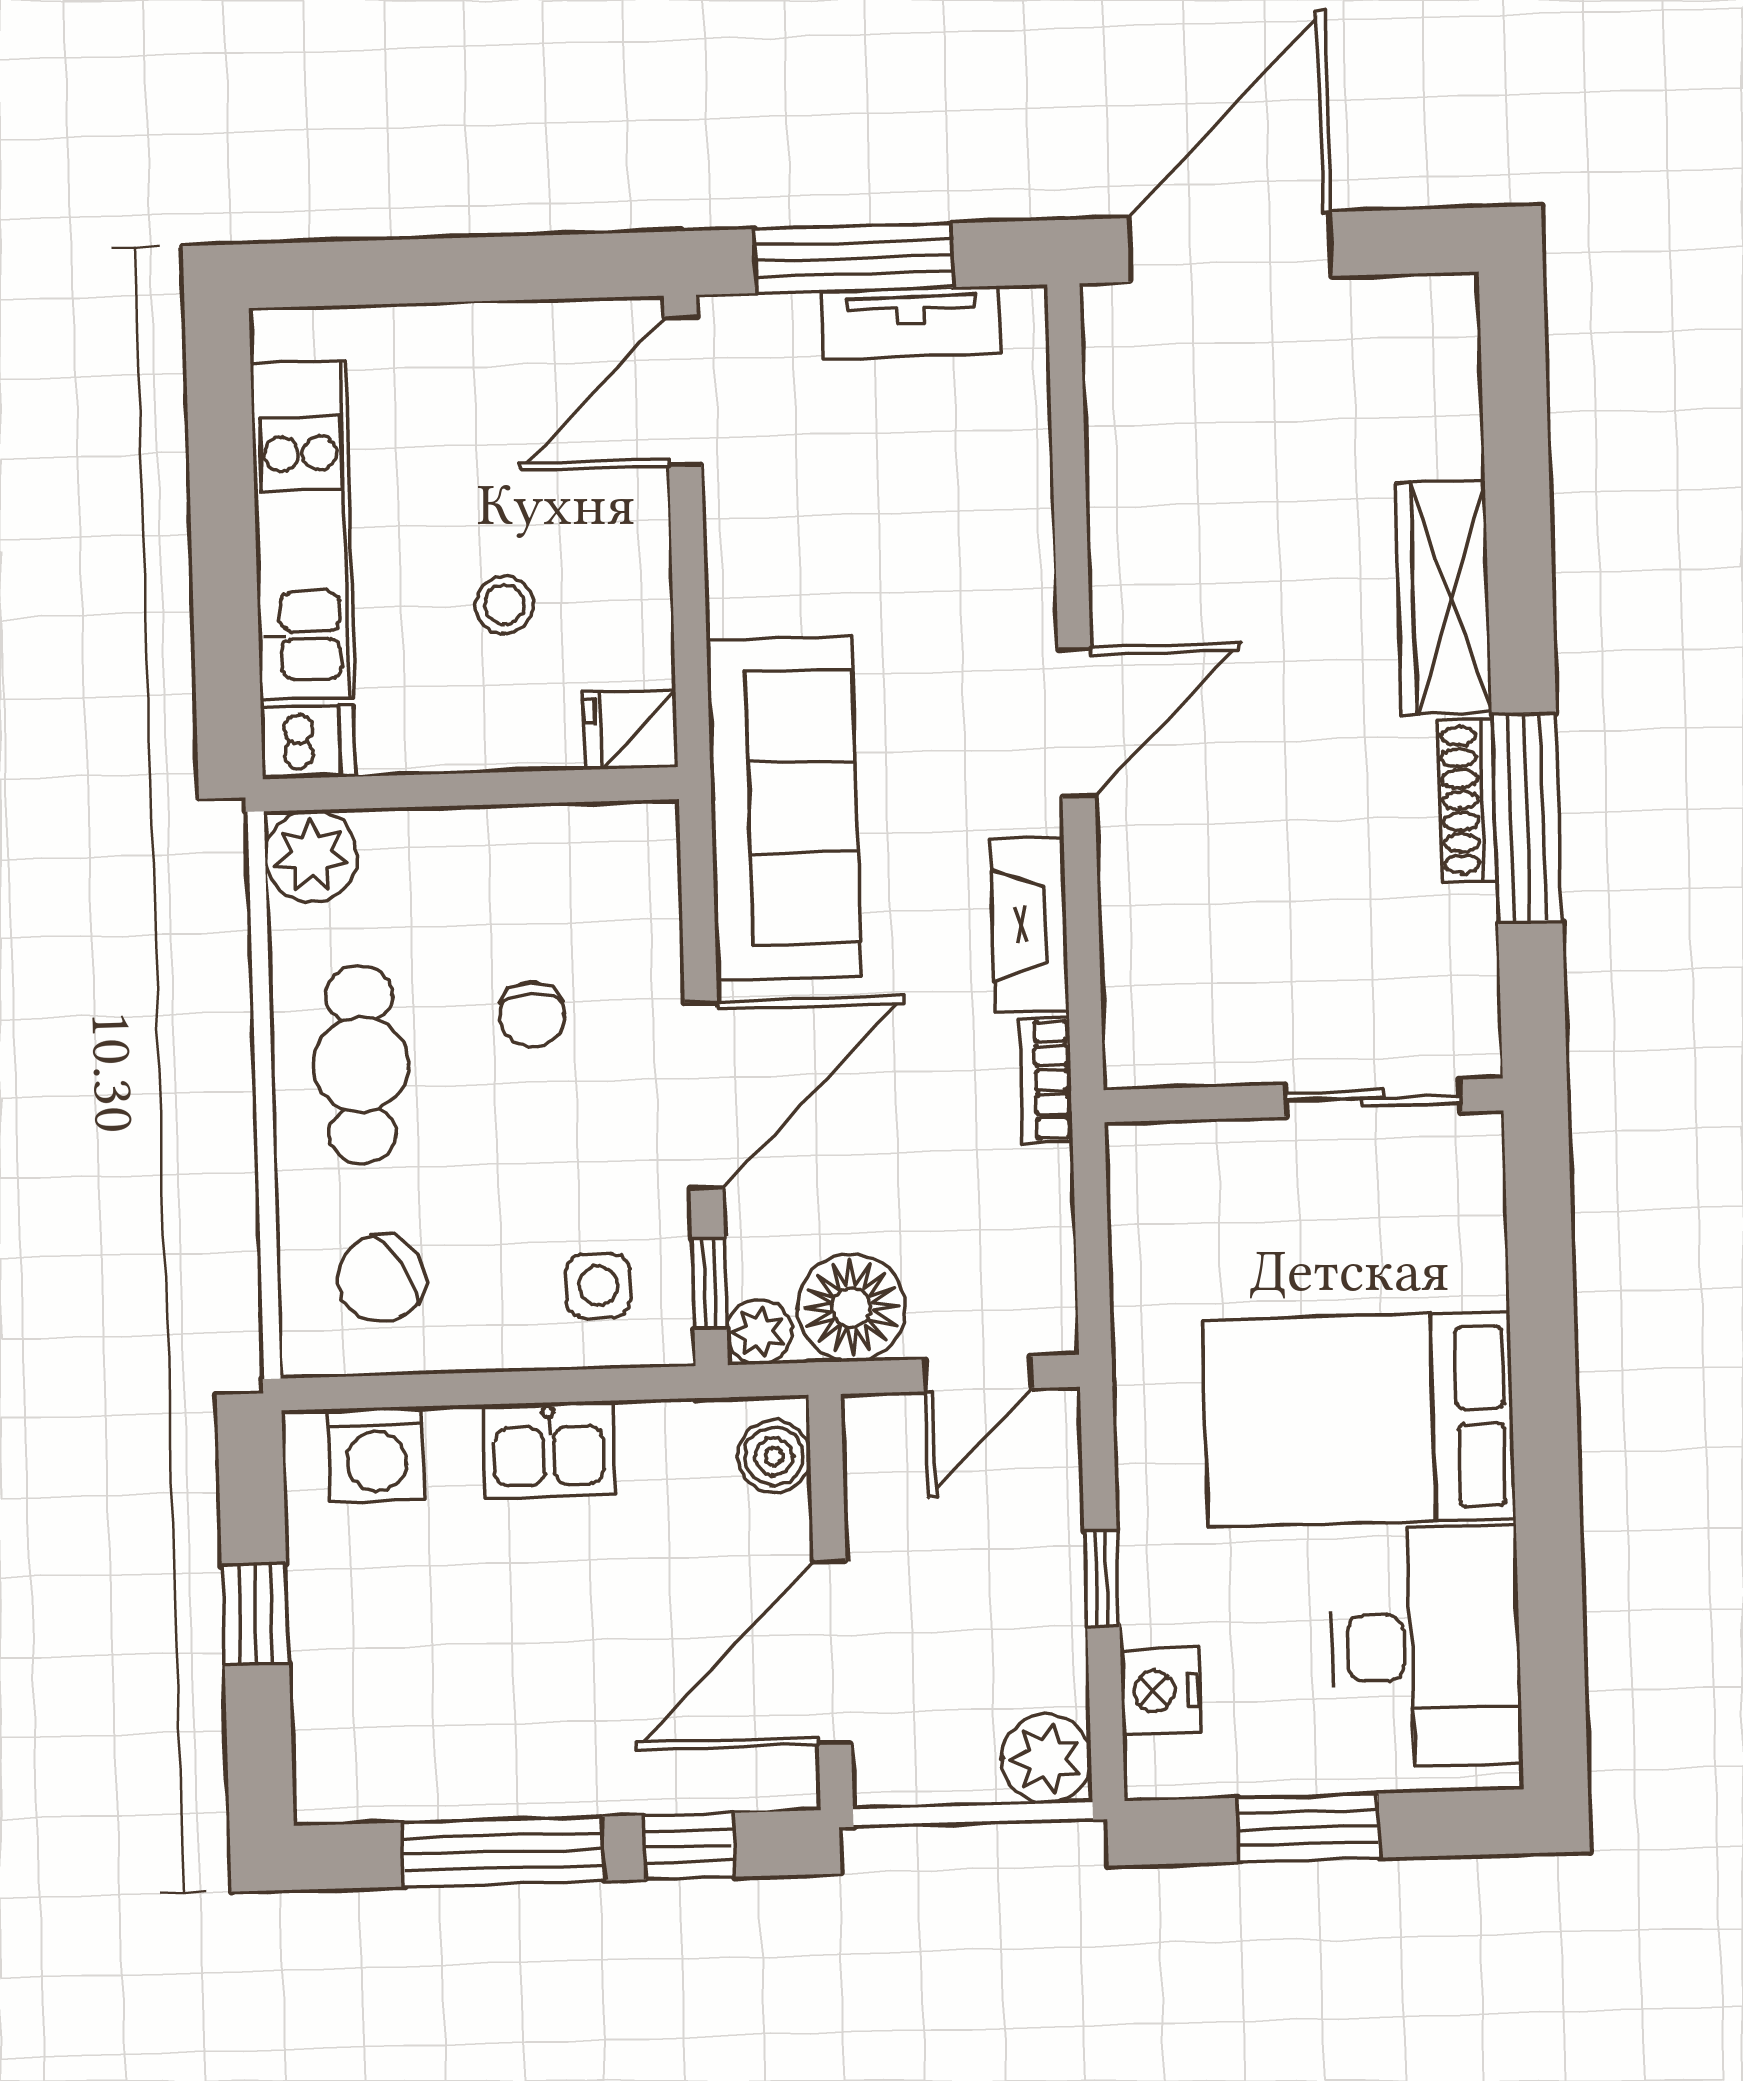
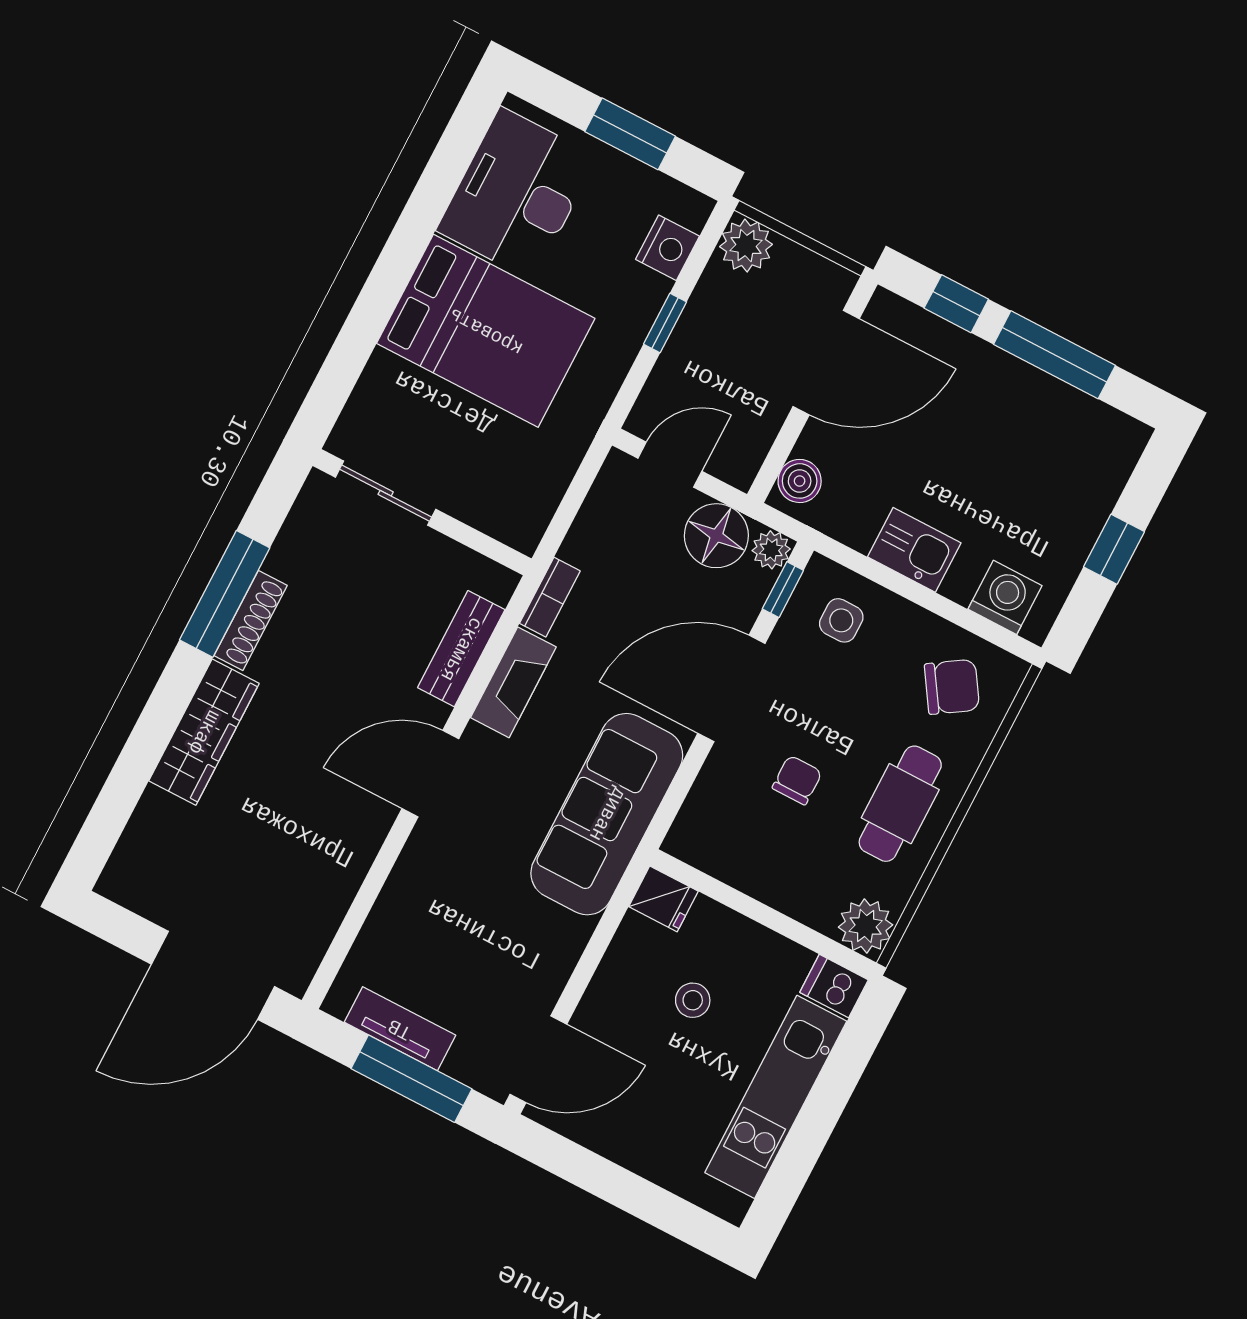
bench: (1134, 932) -> (461, 649), added

